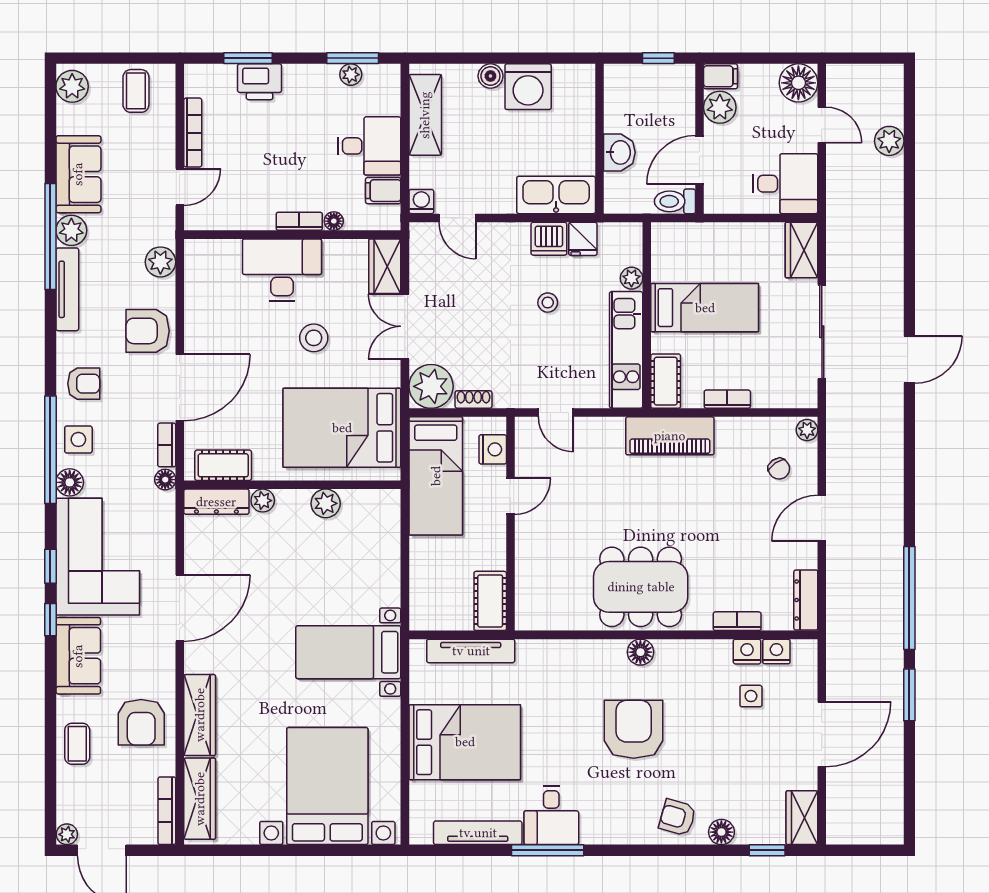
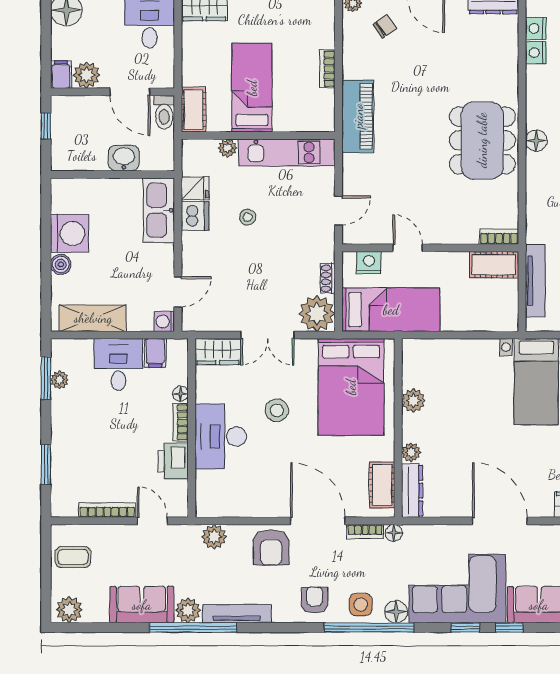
printer: (260, 82) -> (173, 461), moved, turned 180
cot: (666, 381) -> (193, 110), moved, turned 90
bookcase: (737, 621) -> (499, 237), moved, turned 90

